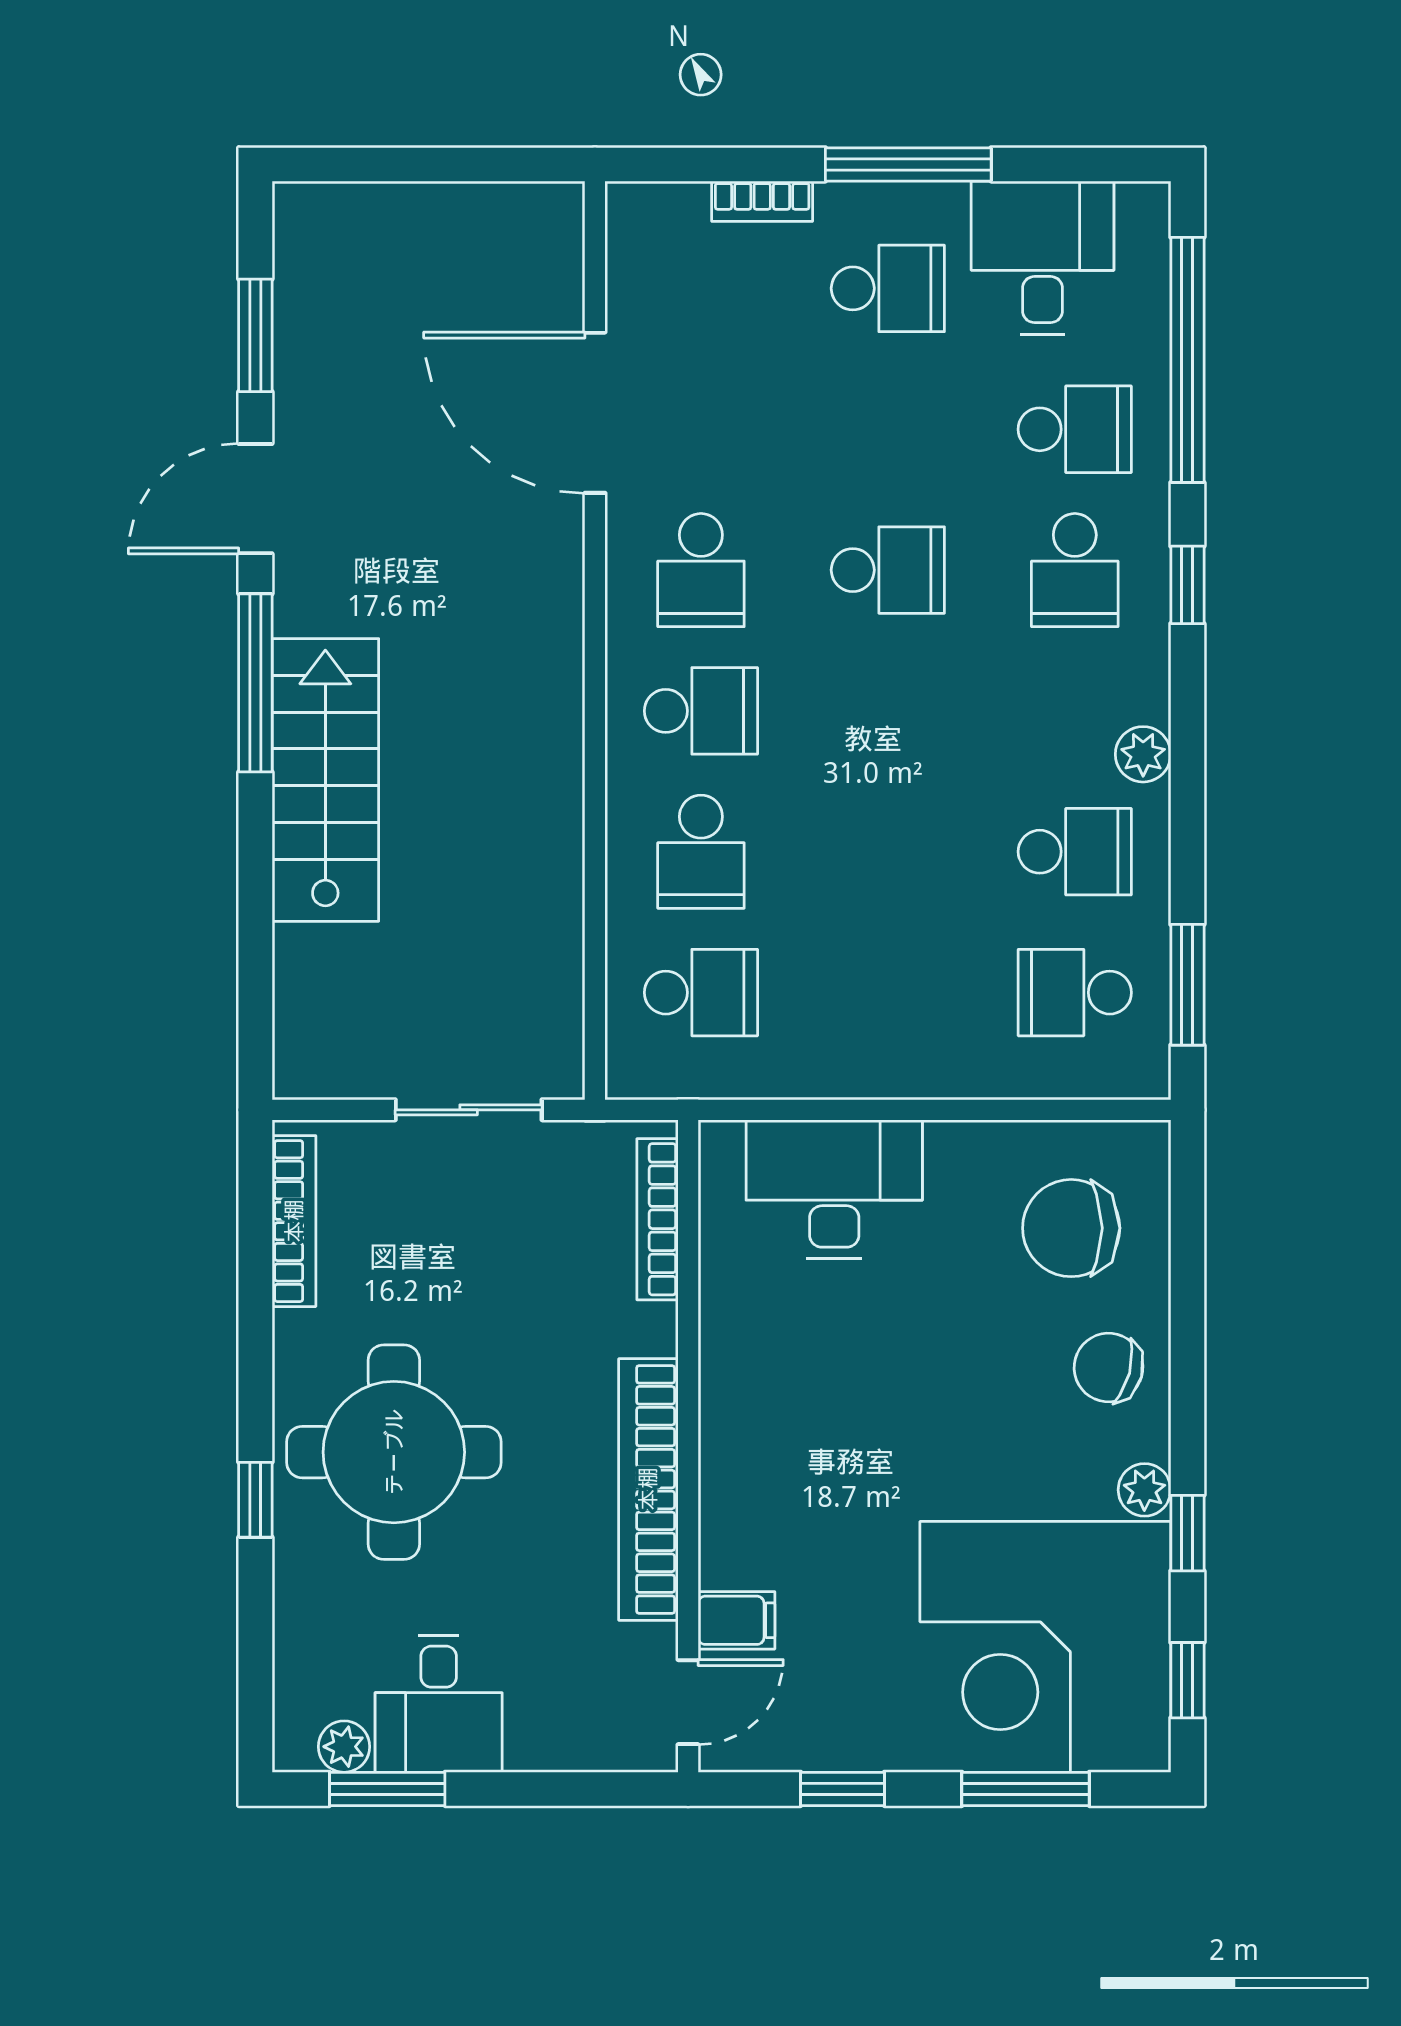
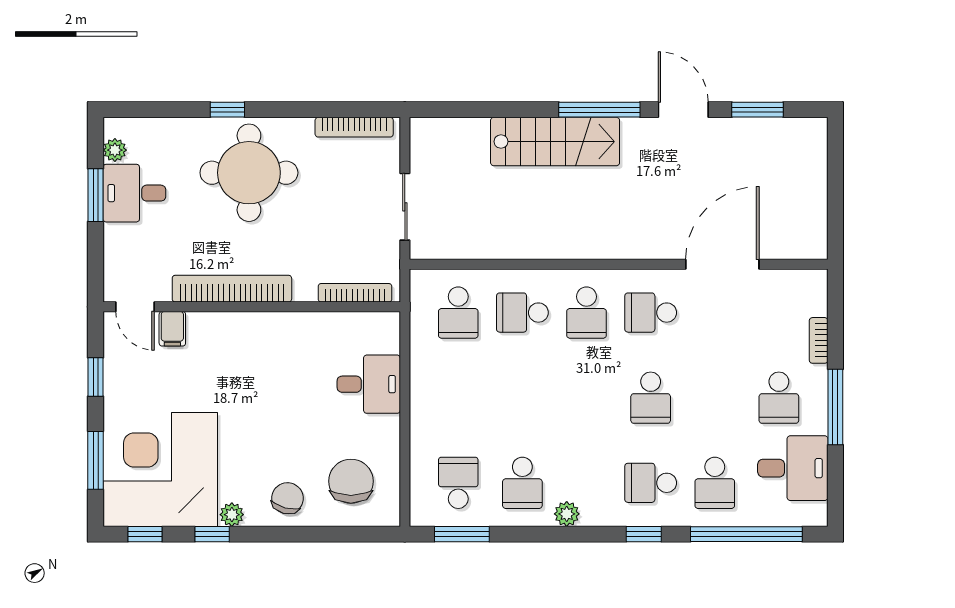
desk: (834, 1189) -> (369, 384), width x0.73
window: (387, 1789) -> (96, 195), moved

